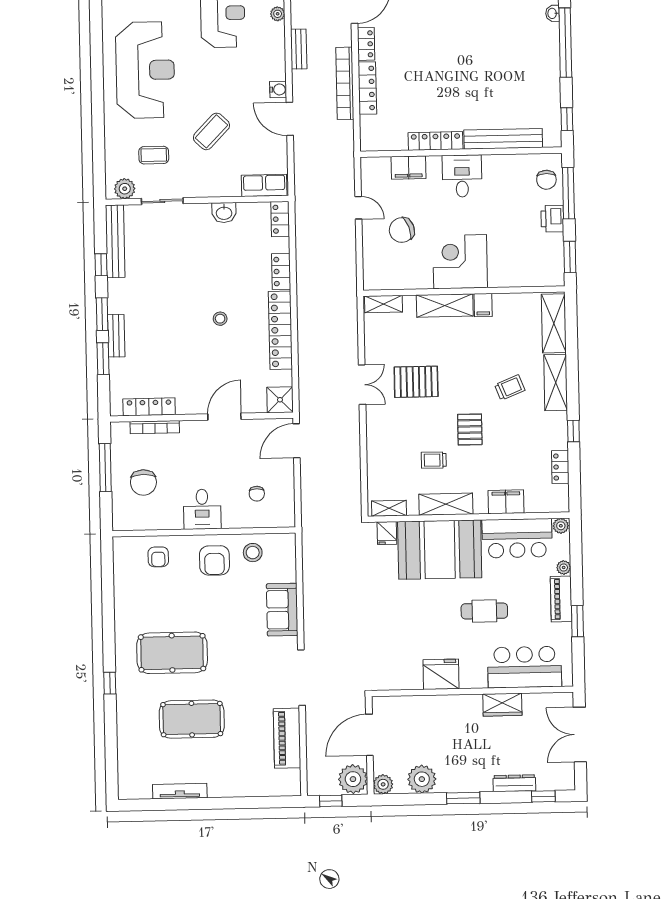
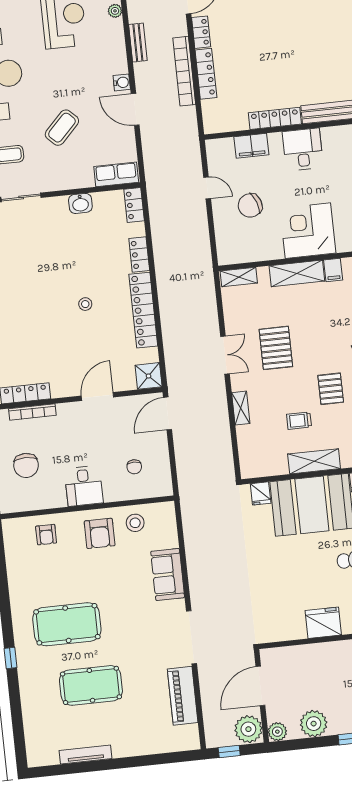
pallet: (416, 382) -> (276, 348), turned 90
shelving: (389, 508) -> (241, 408), moved, turned 90

